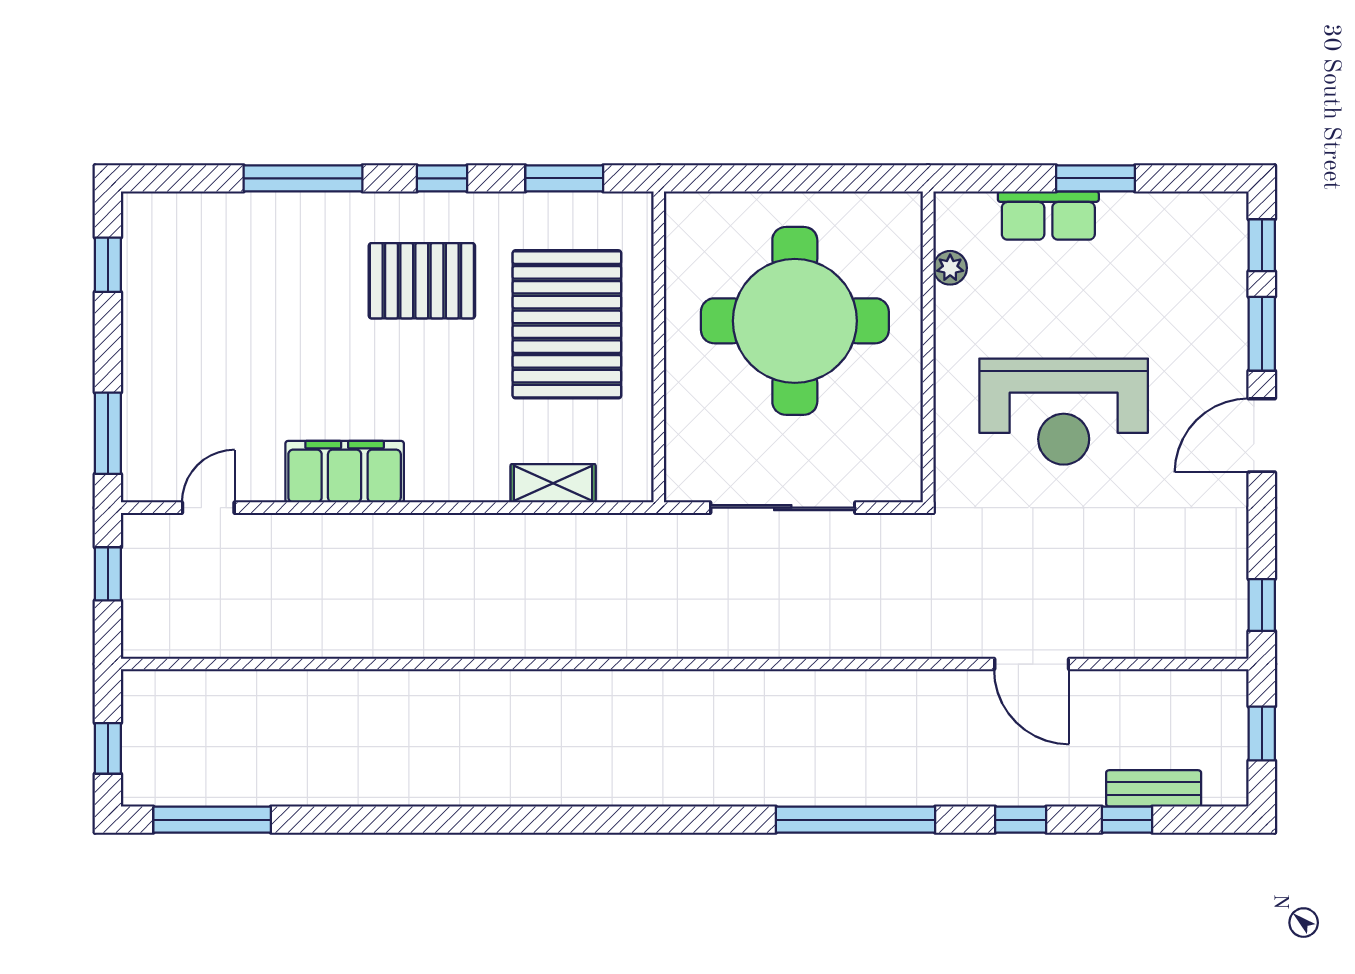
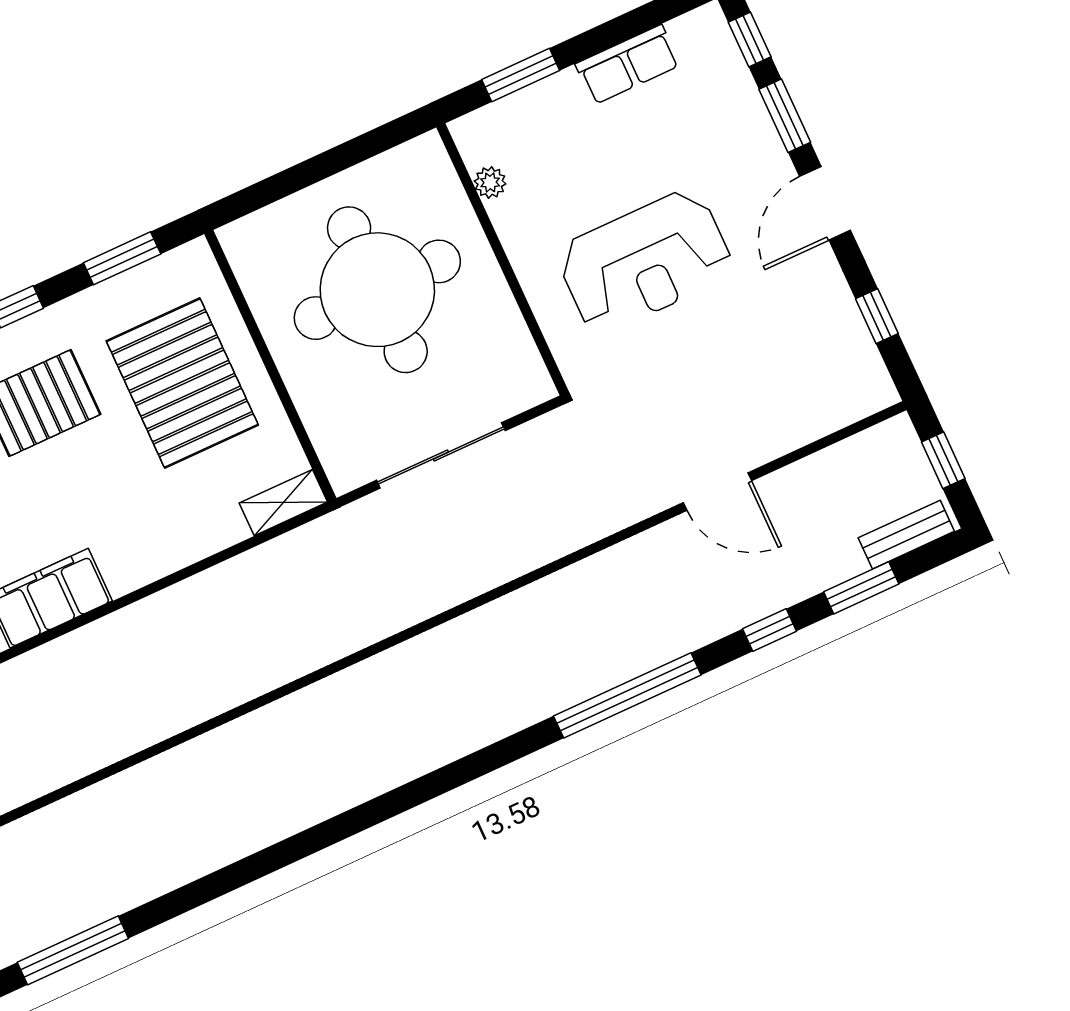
window: (1096, 178) -> (521, 75), moved
row of seats: (1048, 216) -> (628, 65), moved
shelving: (553, 483) -> (283, 503), moved
window: (1262, 605) -> (877, 316), moved
bench: (1154, 788) -> (906, 535), moved
window: (1127, 820) -> (861, 588), width x1.50

